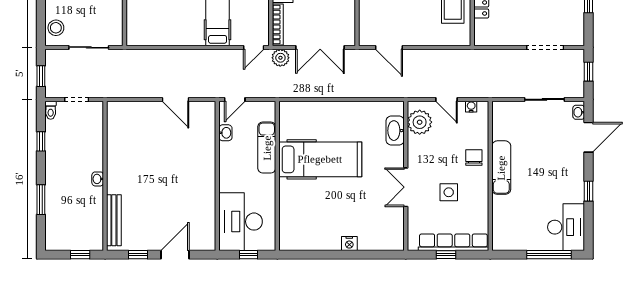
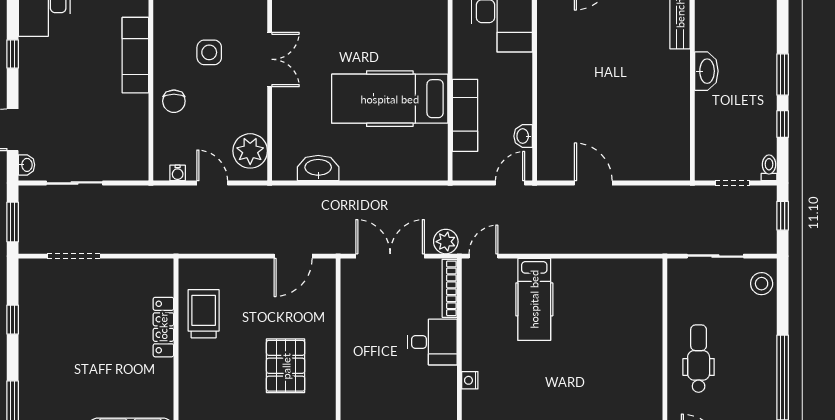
door: (389, 47) -> (293, 256), swing flipped
window: (589, 72) -> (13, 222), width x1.50
washbasin: (395, 131) -> (318, 168), moved, turned -90
exam couch: (501, 168) -> (135, 55), moved
washbasin: (98, 179) -> (706, 71), width x1.91, depth x1.45
window: (41, 200) -> (783, 75), moved

